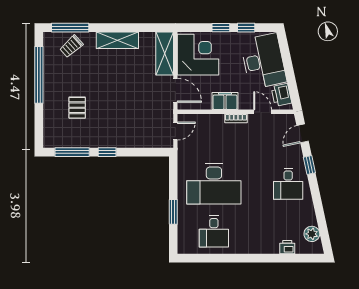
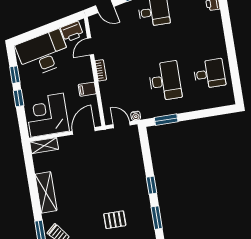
shelving: (165, 54) -> (44, 146), width x0.67, depth x0.75
filing cabinet: (225, 101) -> (87, 89), width x0.50
water cooler: (182, 147) -> (136, 116), added
window: (72, 152) -> (157, 218), width x0.69
desk: (214, 184) -> (165, 81), width x0.73, depth x0.77
window: (173, 212) -> (166, 120), moved

